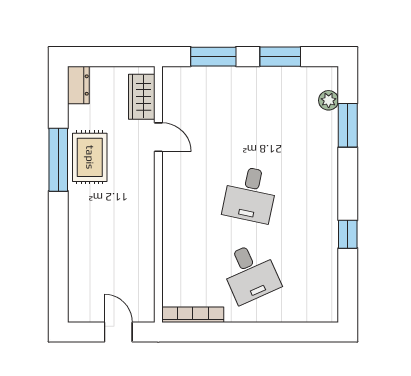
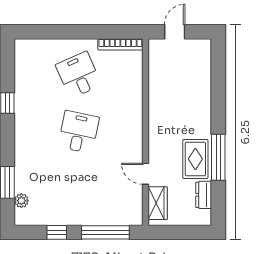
window: (213, 57) -> (105, 232), width x1.44
window: (280, 57) -> (57, 232), width x0.67
dresser: (78, 85) -> (204, 195), moved
door: (118, 332) -> (175, 32), swing flipped

